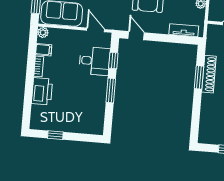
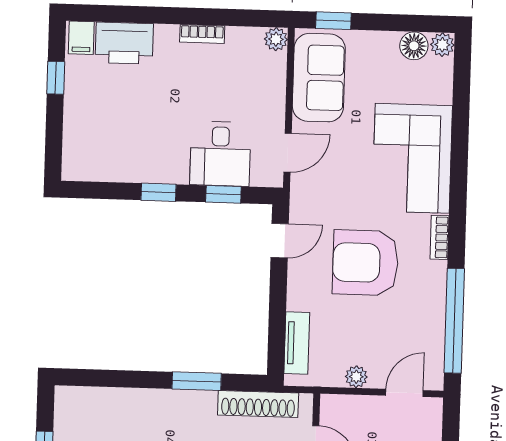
filing cabinet: (44, 50) -> (81, 38), moved
shoe rack: (209, 74) -> (258, 404), moved
window: (111, 90) -> (158, 192), width x0.67
printer: (42, 91) -> (124, 43), moved

